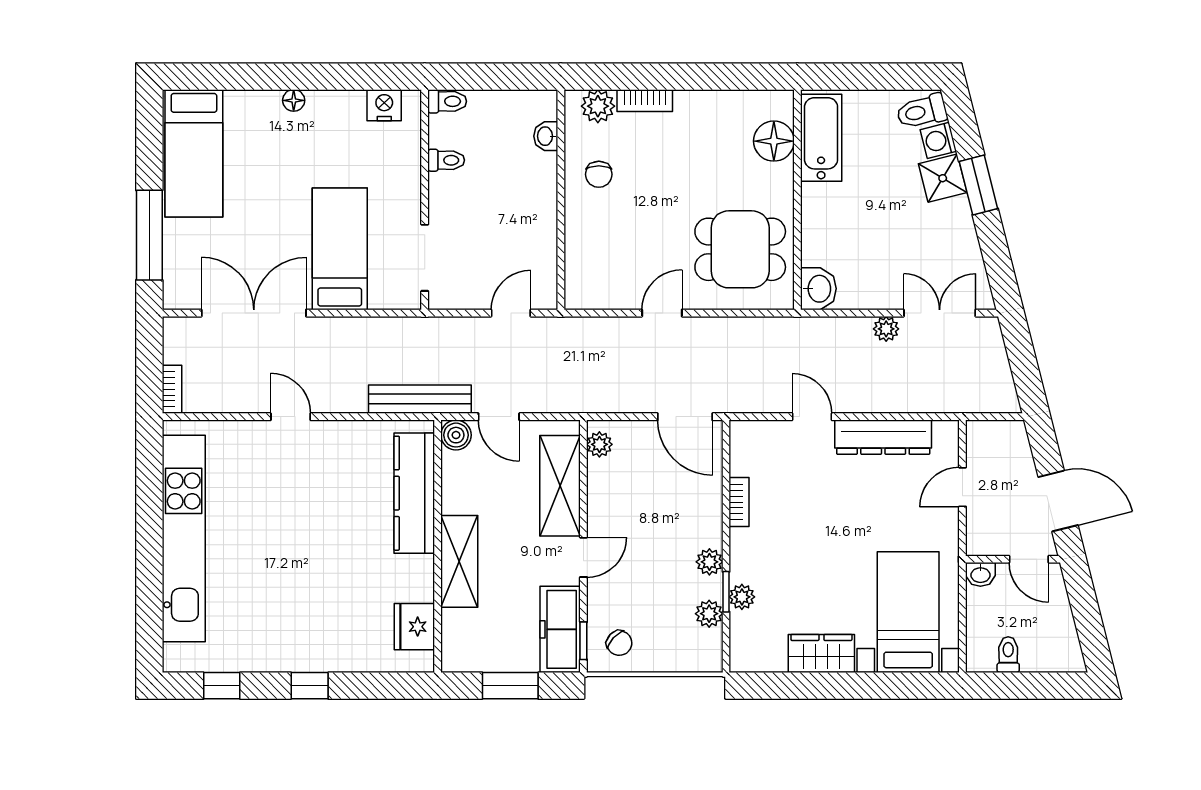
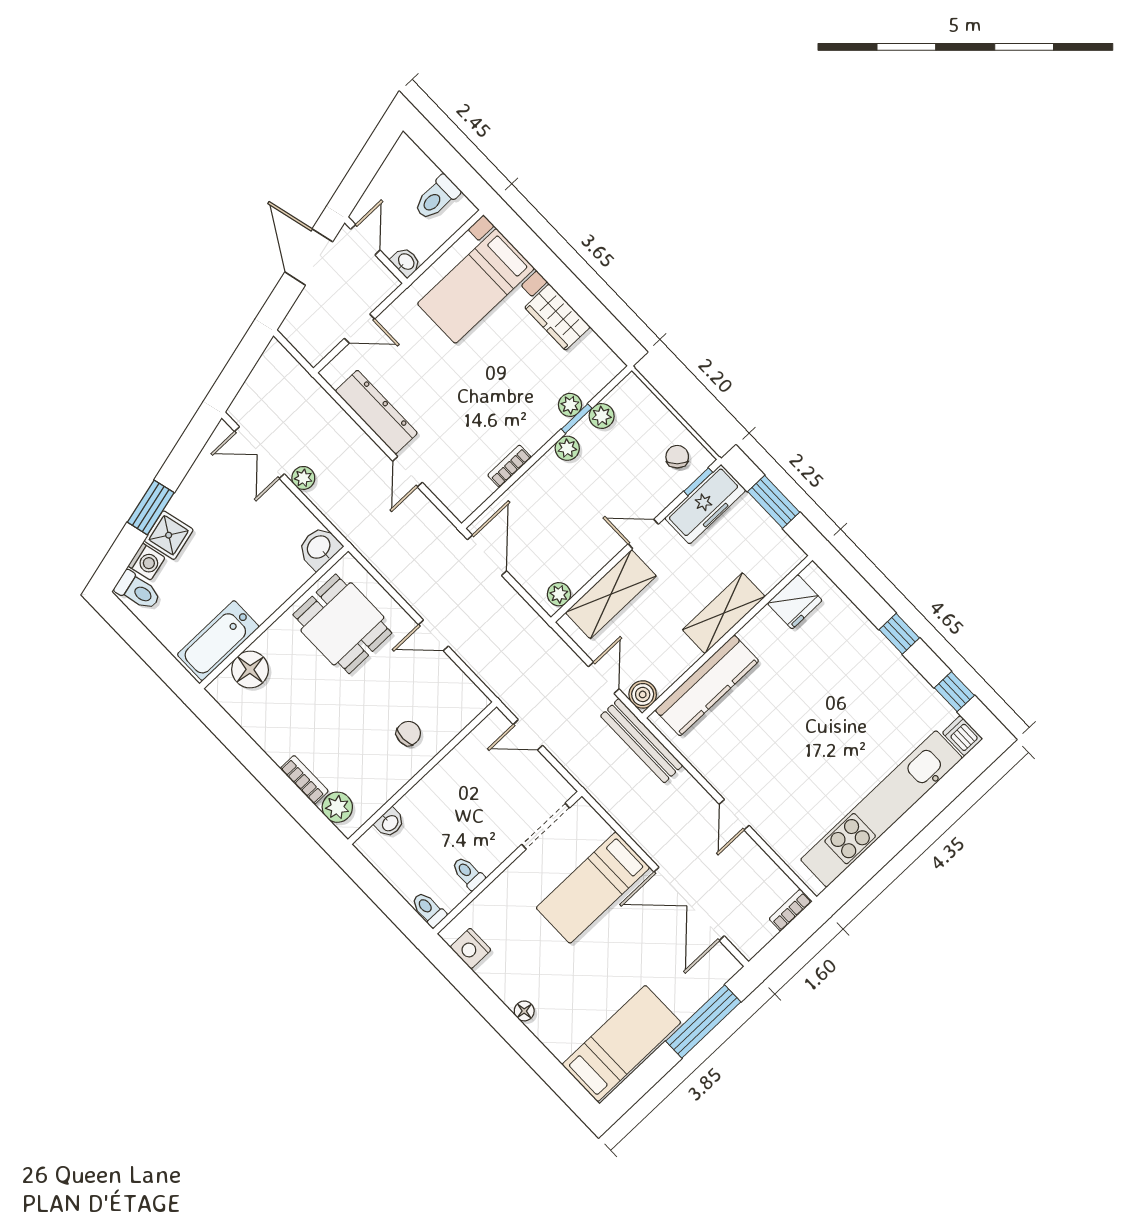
chair: (599, 174) -> (408, 733), moved
toilet: (1008, 655) -> (437, 198), width x1.37, depth x1.39
dishwasher: (180, 659) -> (962, 736), added

